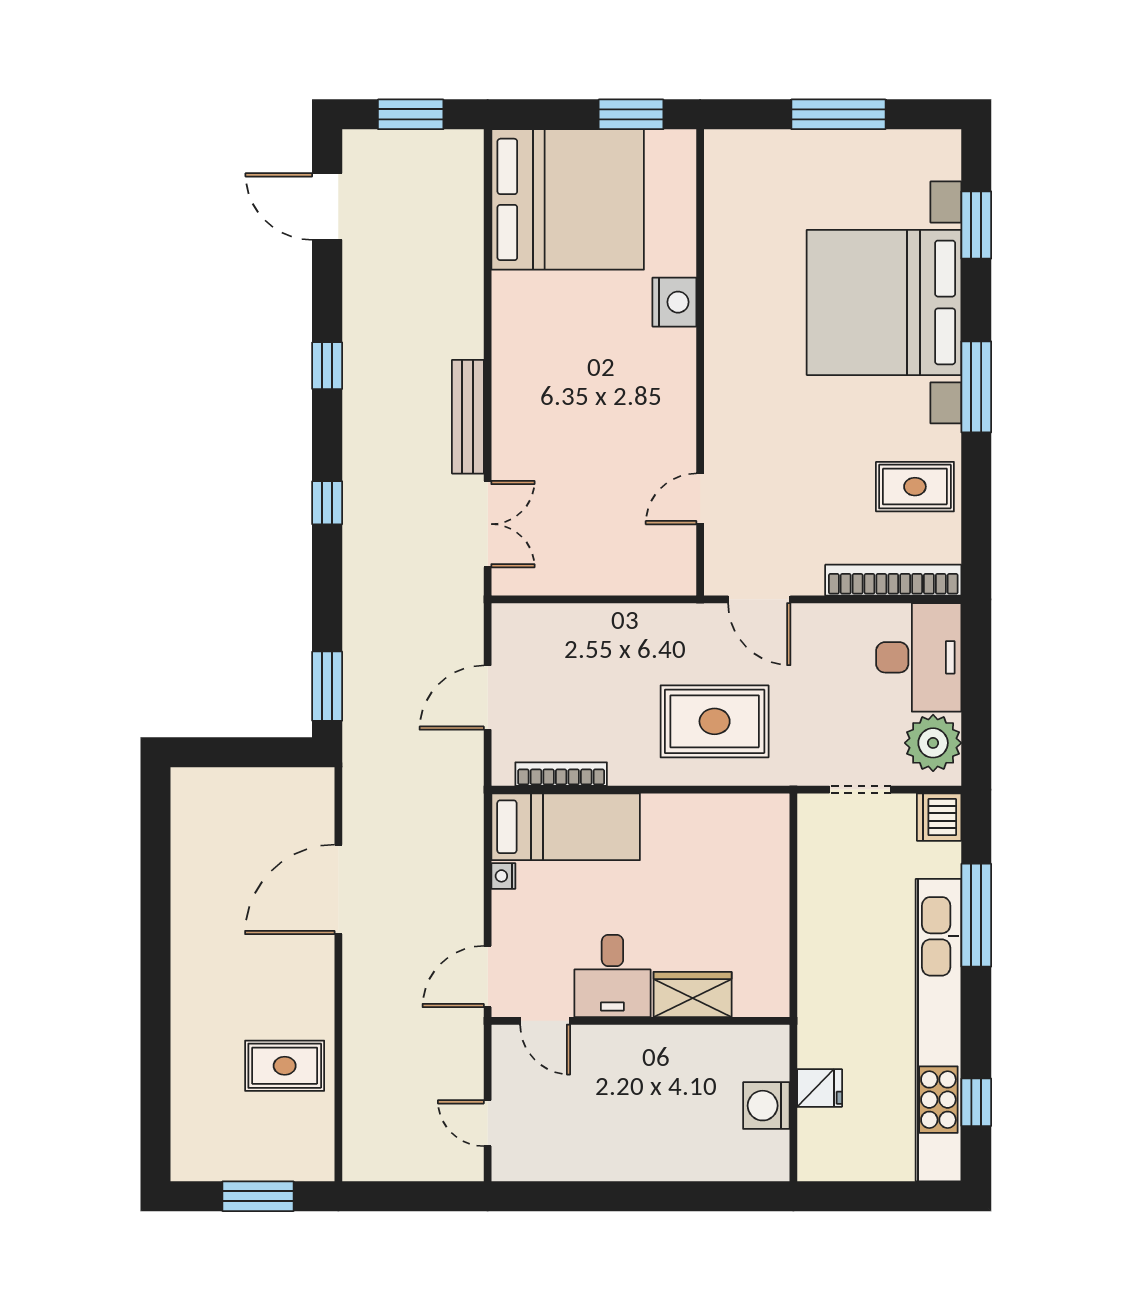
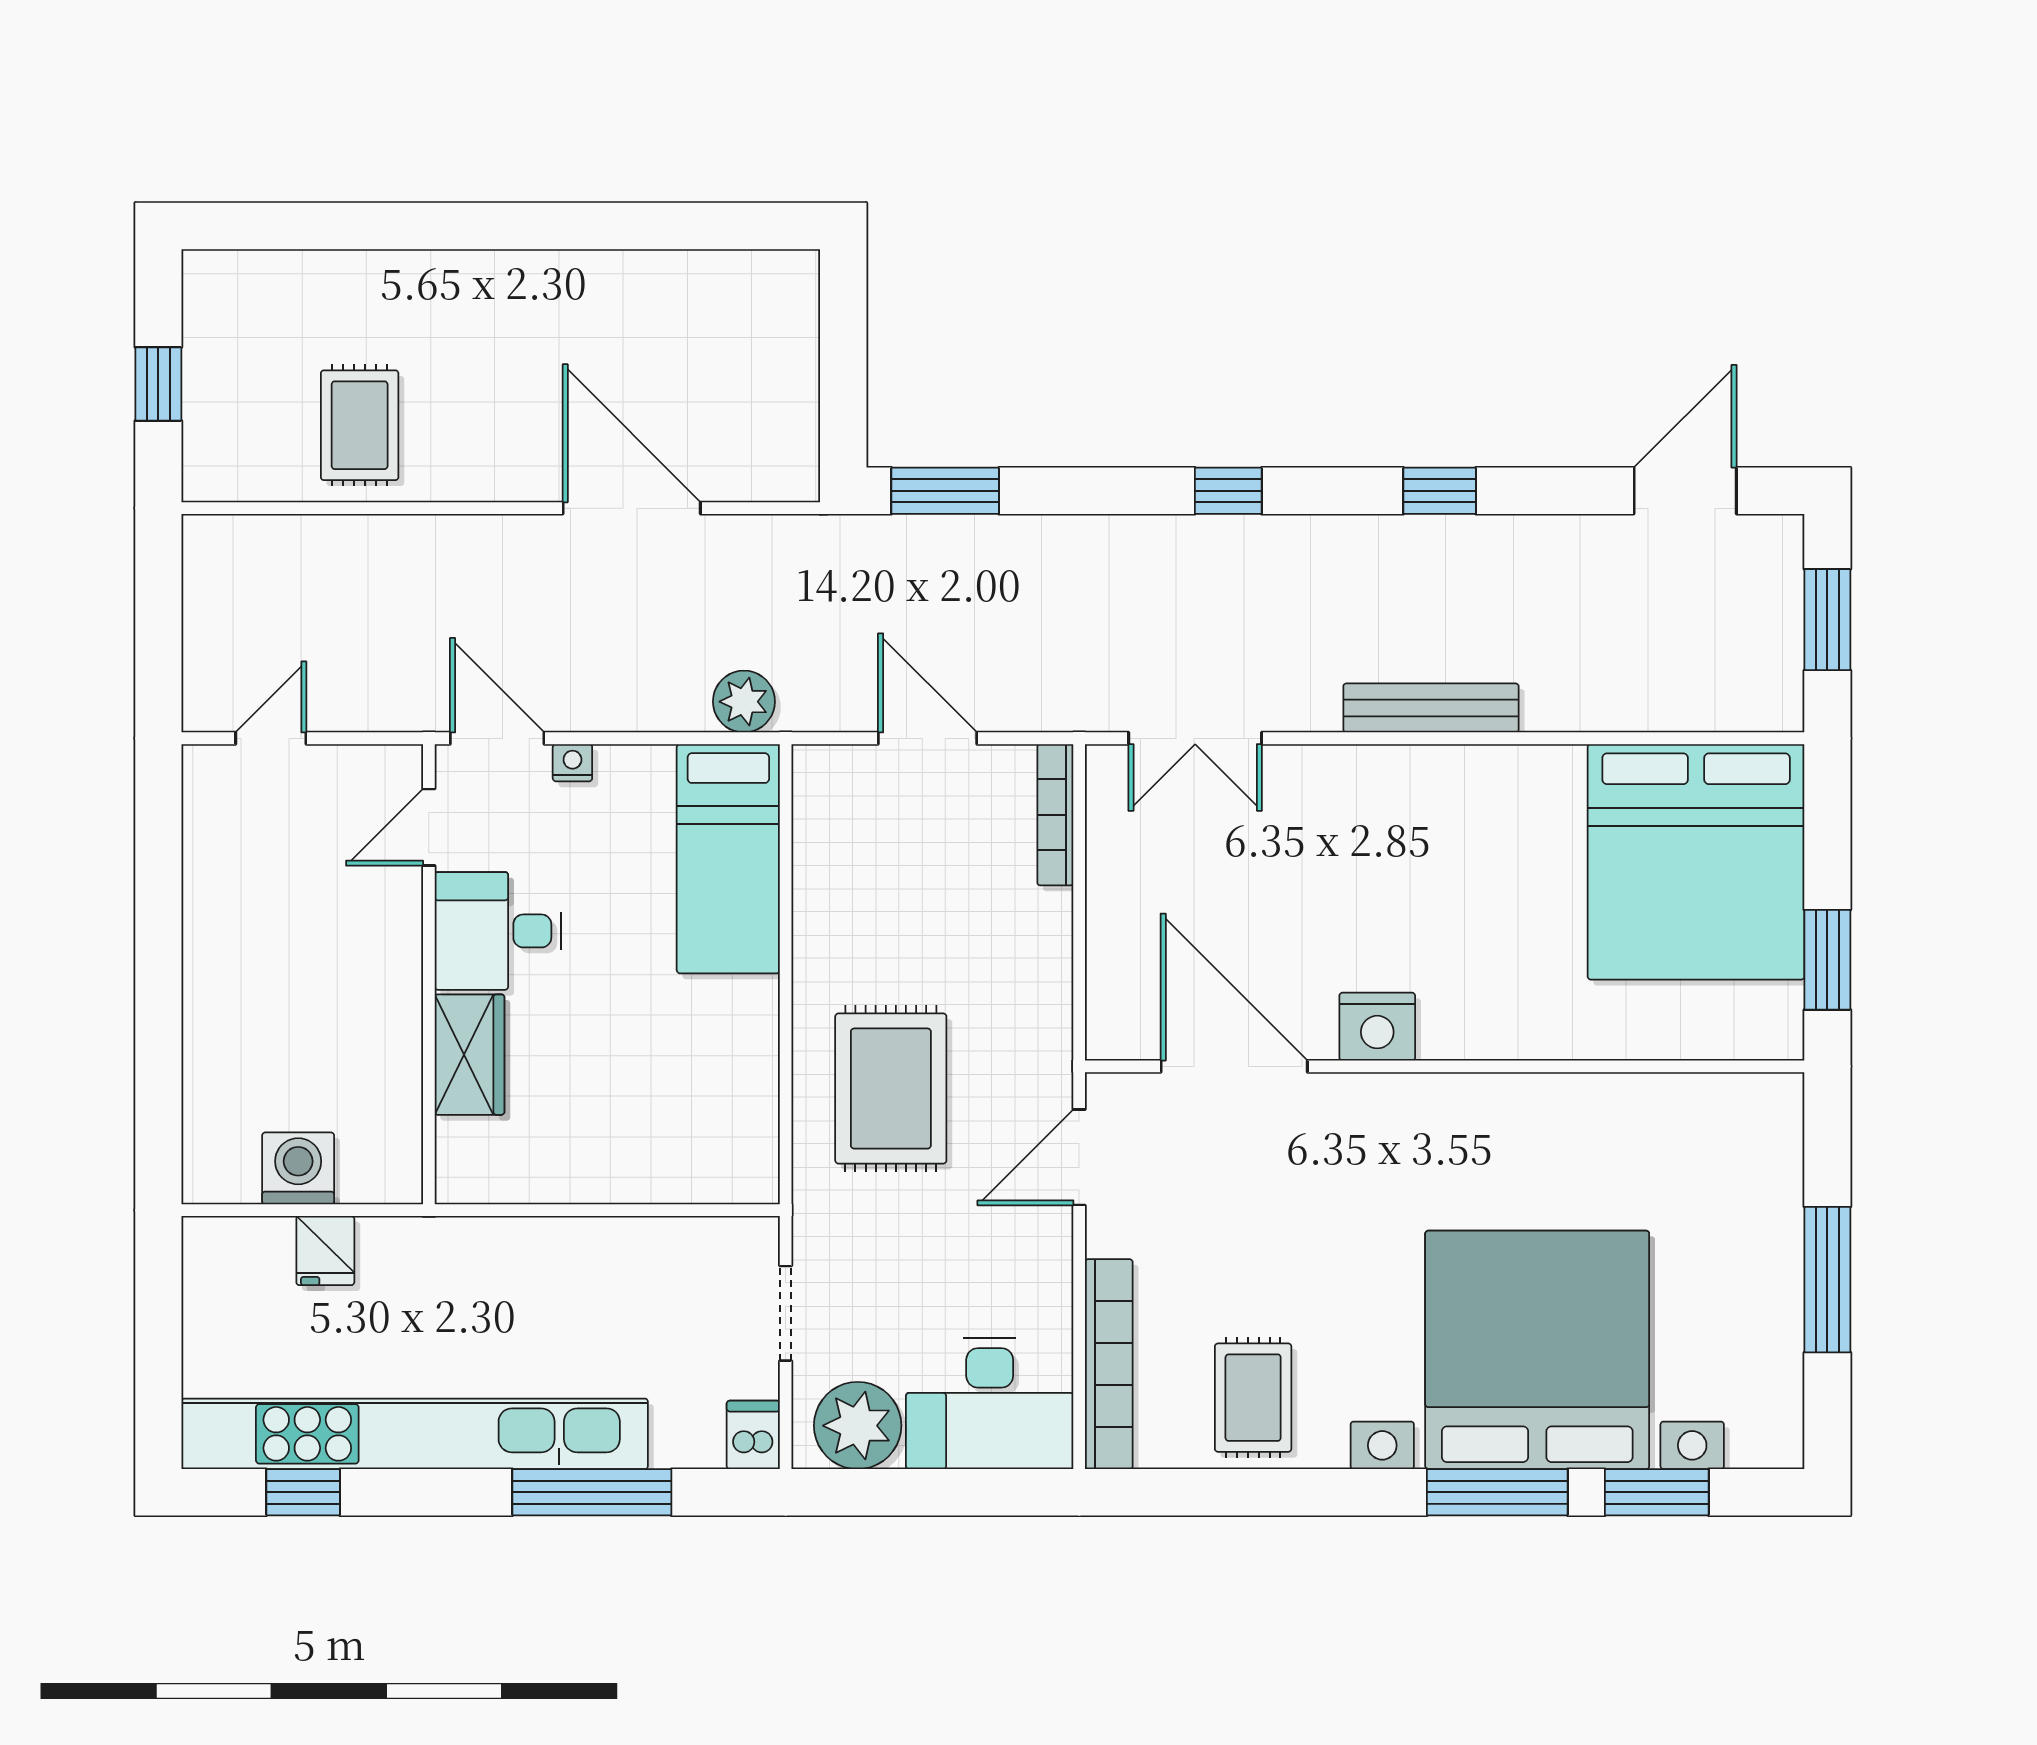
nightstand: (674, 302) -> (1377, 1027), moved
window: (976, 387) -> (1497, 1492), moved
bench: (468, 417) -> (1431, 708), moved
door: (700, 499) -> (1234, 1066), width x1.88
bookcase: (561, 774) -> (1055, 815), moved, turned 180
plant: (464, 817) -> (744, 702), added
dishwasher: (939, 817) -> (753, 1435), width x0.73
nightstand: (503, 876) -> (572, 763), moved
window: (258, 1196) -> (158, 384), width x0.67

